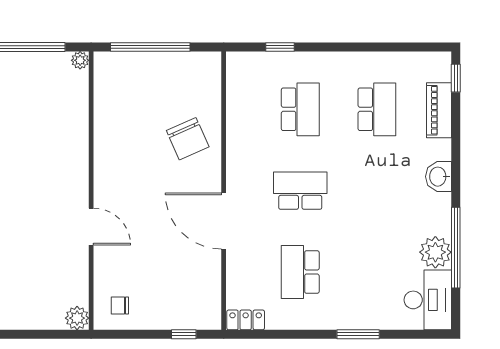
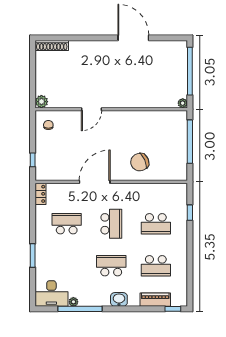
school desk: (377, 191) -> (111, 266), added
plant: (435, 252) -> (73, 302), width x0.53, depth x0.53

